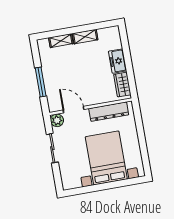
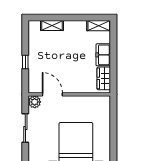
shelving: (85, 37) -> (99, 26), moved
window: (41, 82) -> (25, 62), width x0.46
dresser: (109, 112) -> (86, 102), removed

